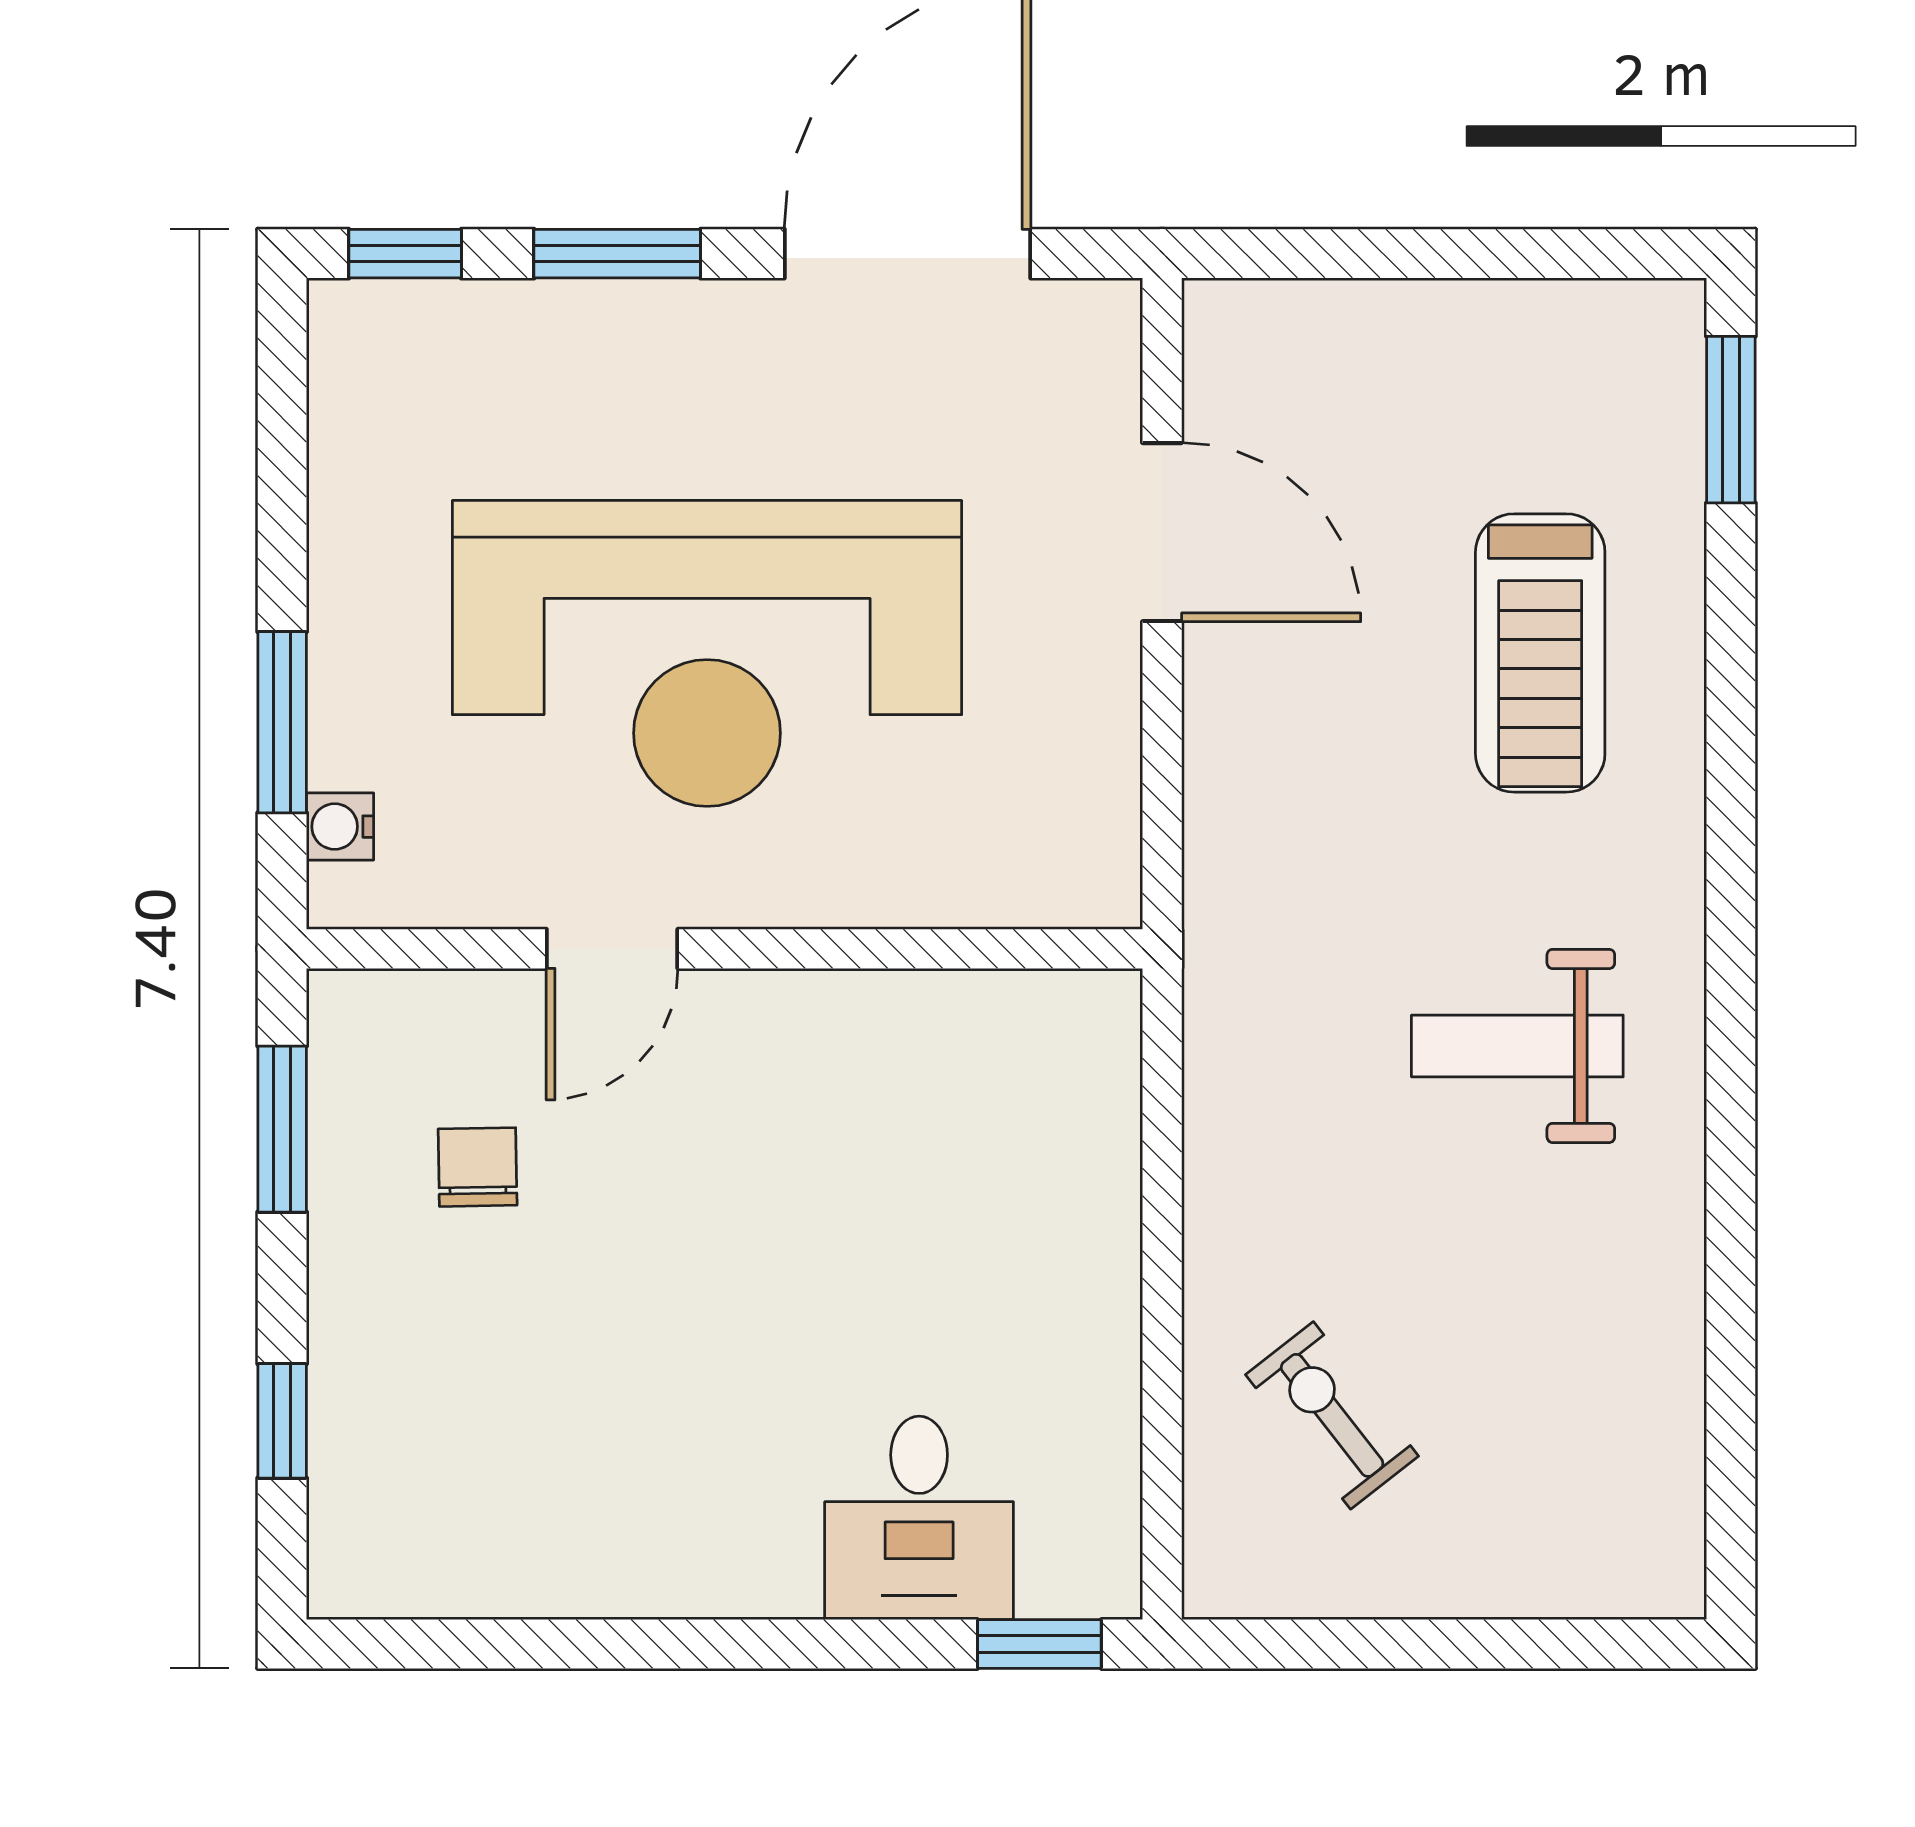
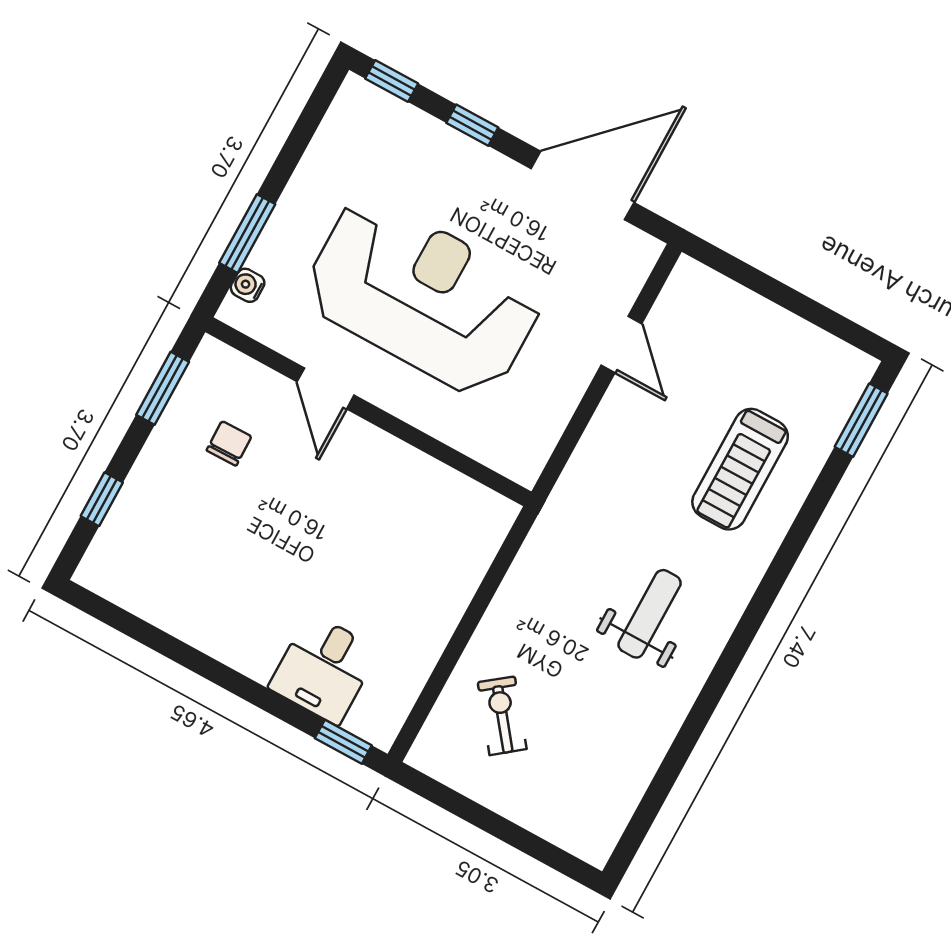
window: (617, 254) -> (472, 125), width x0.67
door: (1162, 532) -> (621, 344), width x0.73
reception desk: (707, 653) -> (423, 296), turned 180
door: (612, 949) -> (326, 388), hinge flipped
weight bench: (1517, 1046) -> (650, 614), turned 90

